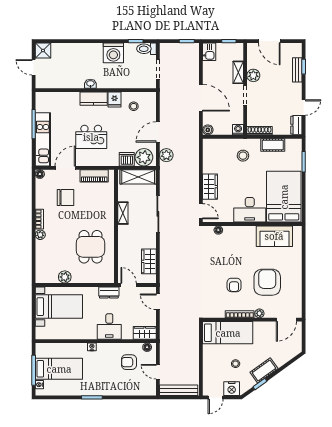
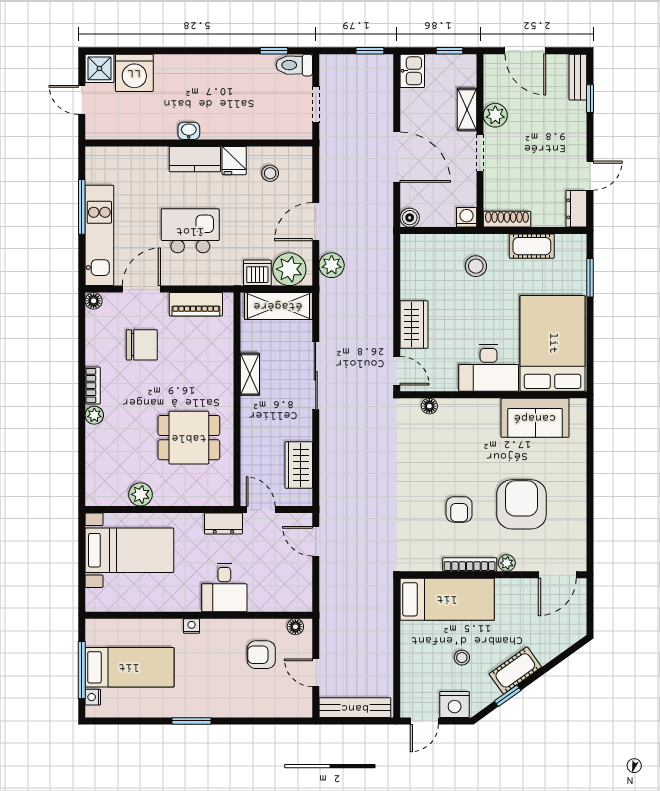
washing machine: (113, 53) -> (134, 73), moved
bench: (297, 70) -> (578, 77), moved
kitchen island: (91, 137) -> (190, 231), turned 180
dining table: (90, 247) -> (189, 438), turned 90
wardrobe: (145, 333) -> (291, 600), removed

